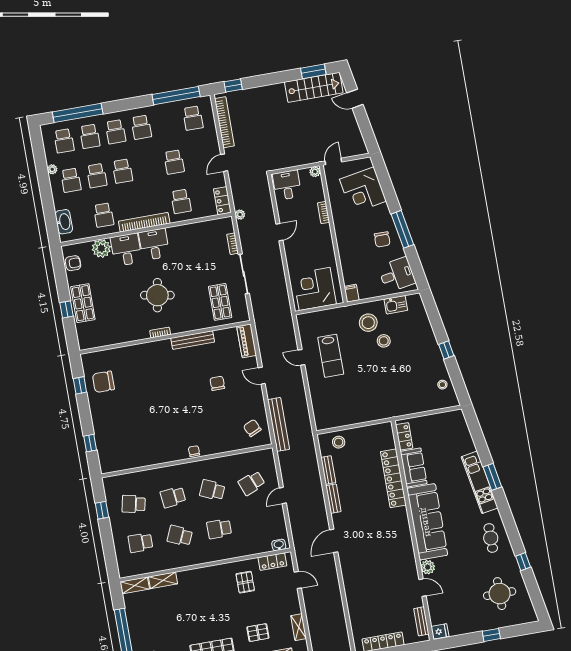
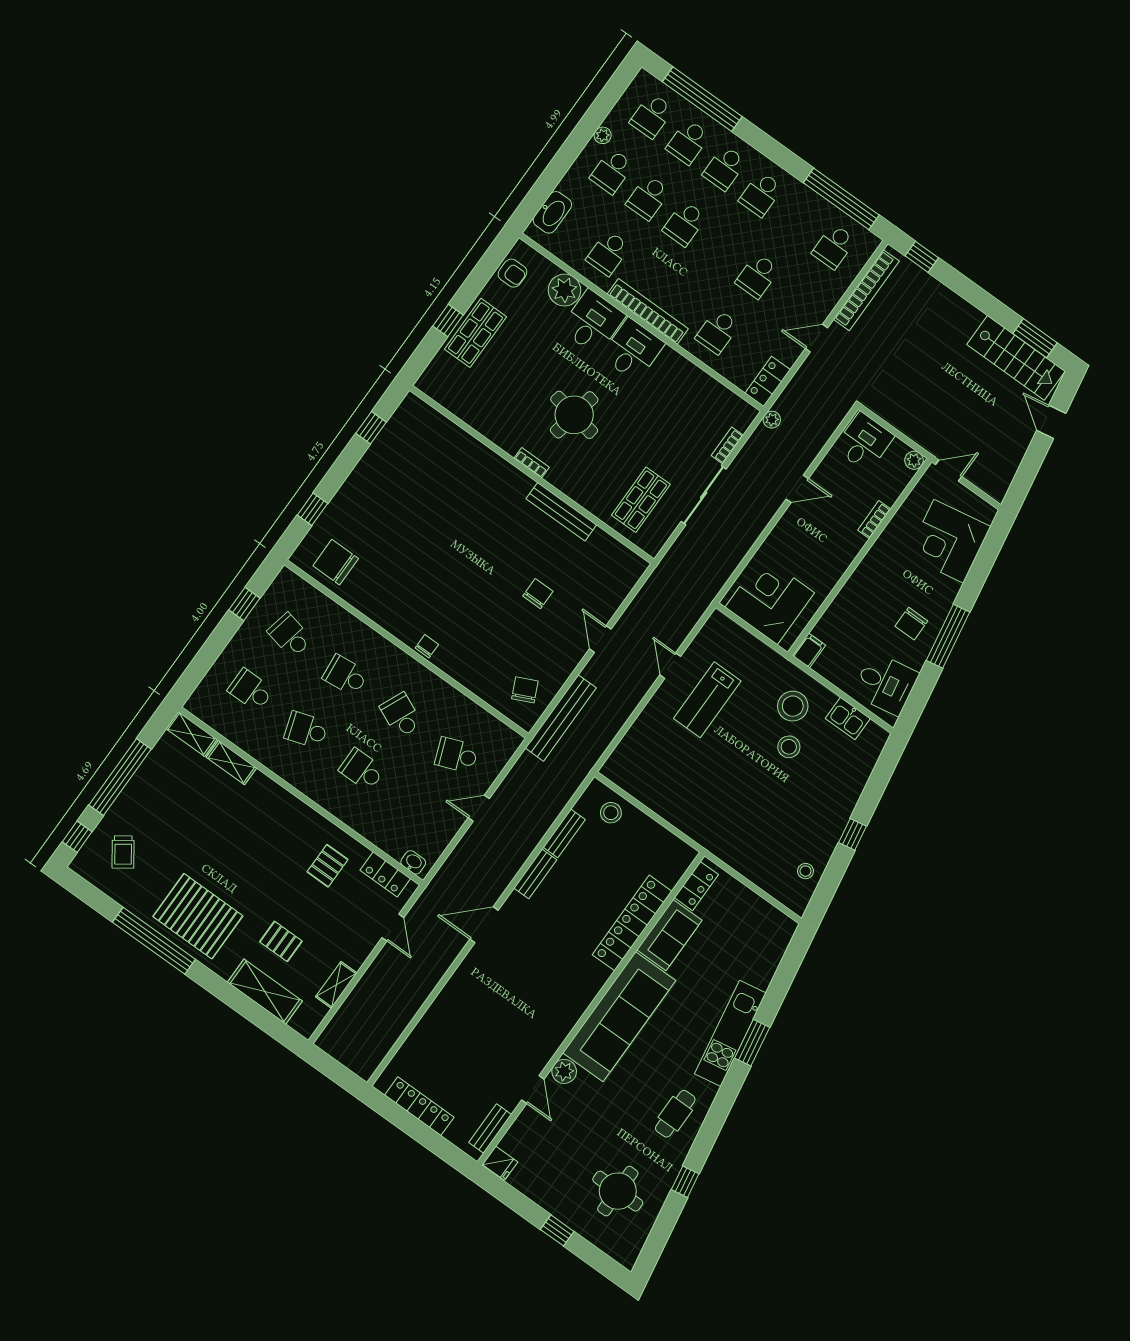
piano: (247, 341) -> (625, 579), removed
chair: (103, 382) -> (336, 562), moved
school desk: (180, 536) -> (306, 730), turned -42

